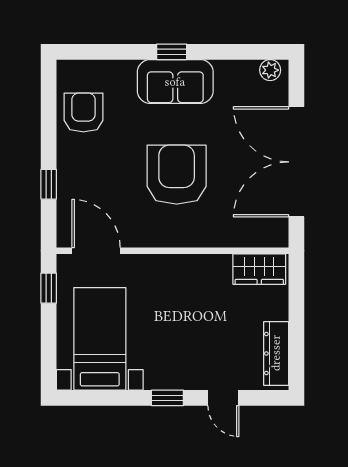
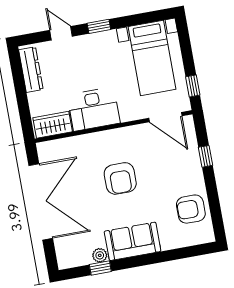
window: (172, 52) -> (100, 268), moved
plant: (270, 70) -> (100, 255), moved
armchair: (83, 113) -> (191, 209), turned 90
armchair: (177, 175) -> (120, 178), width x0.73, depth x0.73
desk: (196, 281) -> (94, 109), added

